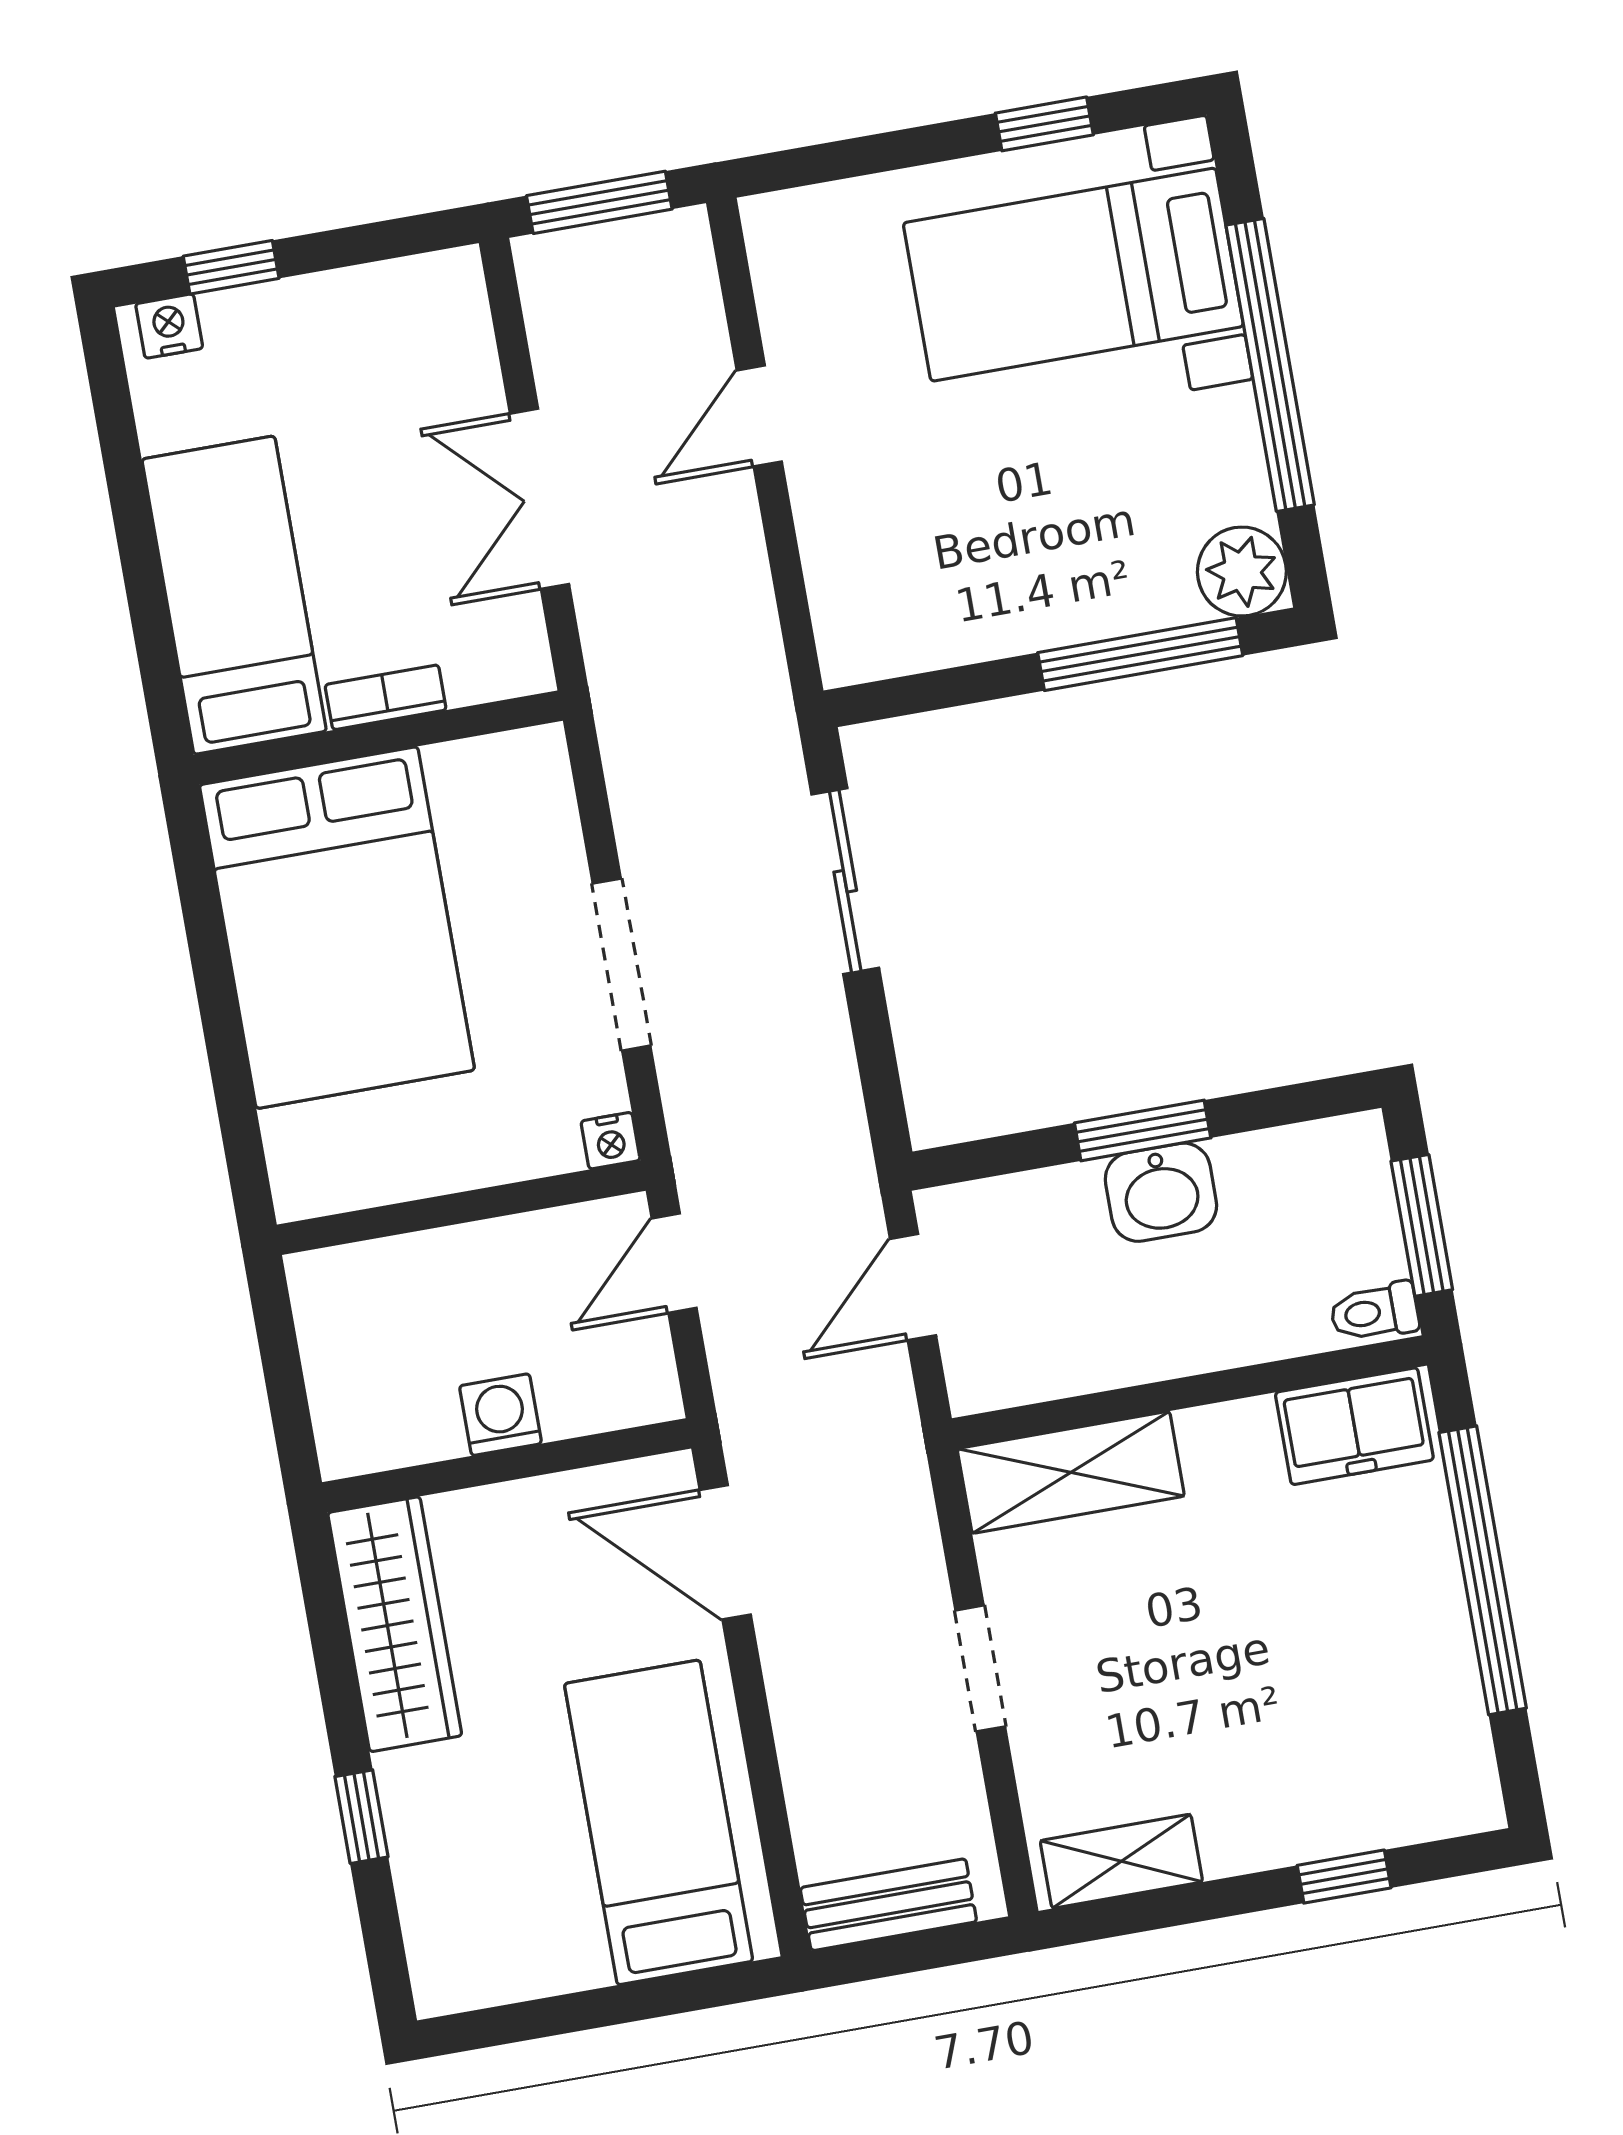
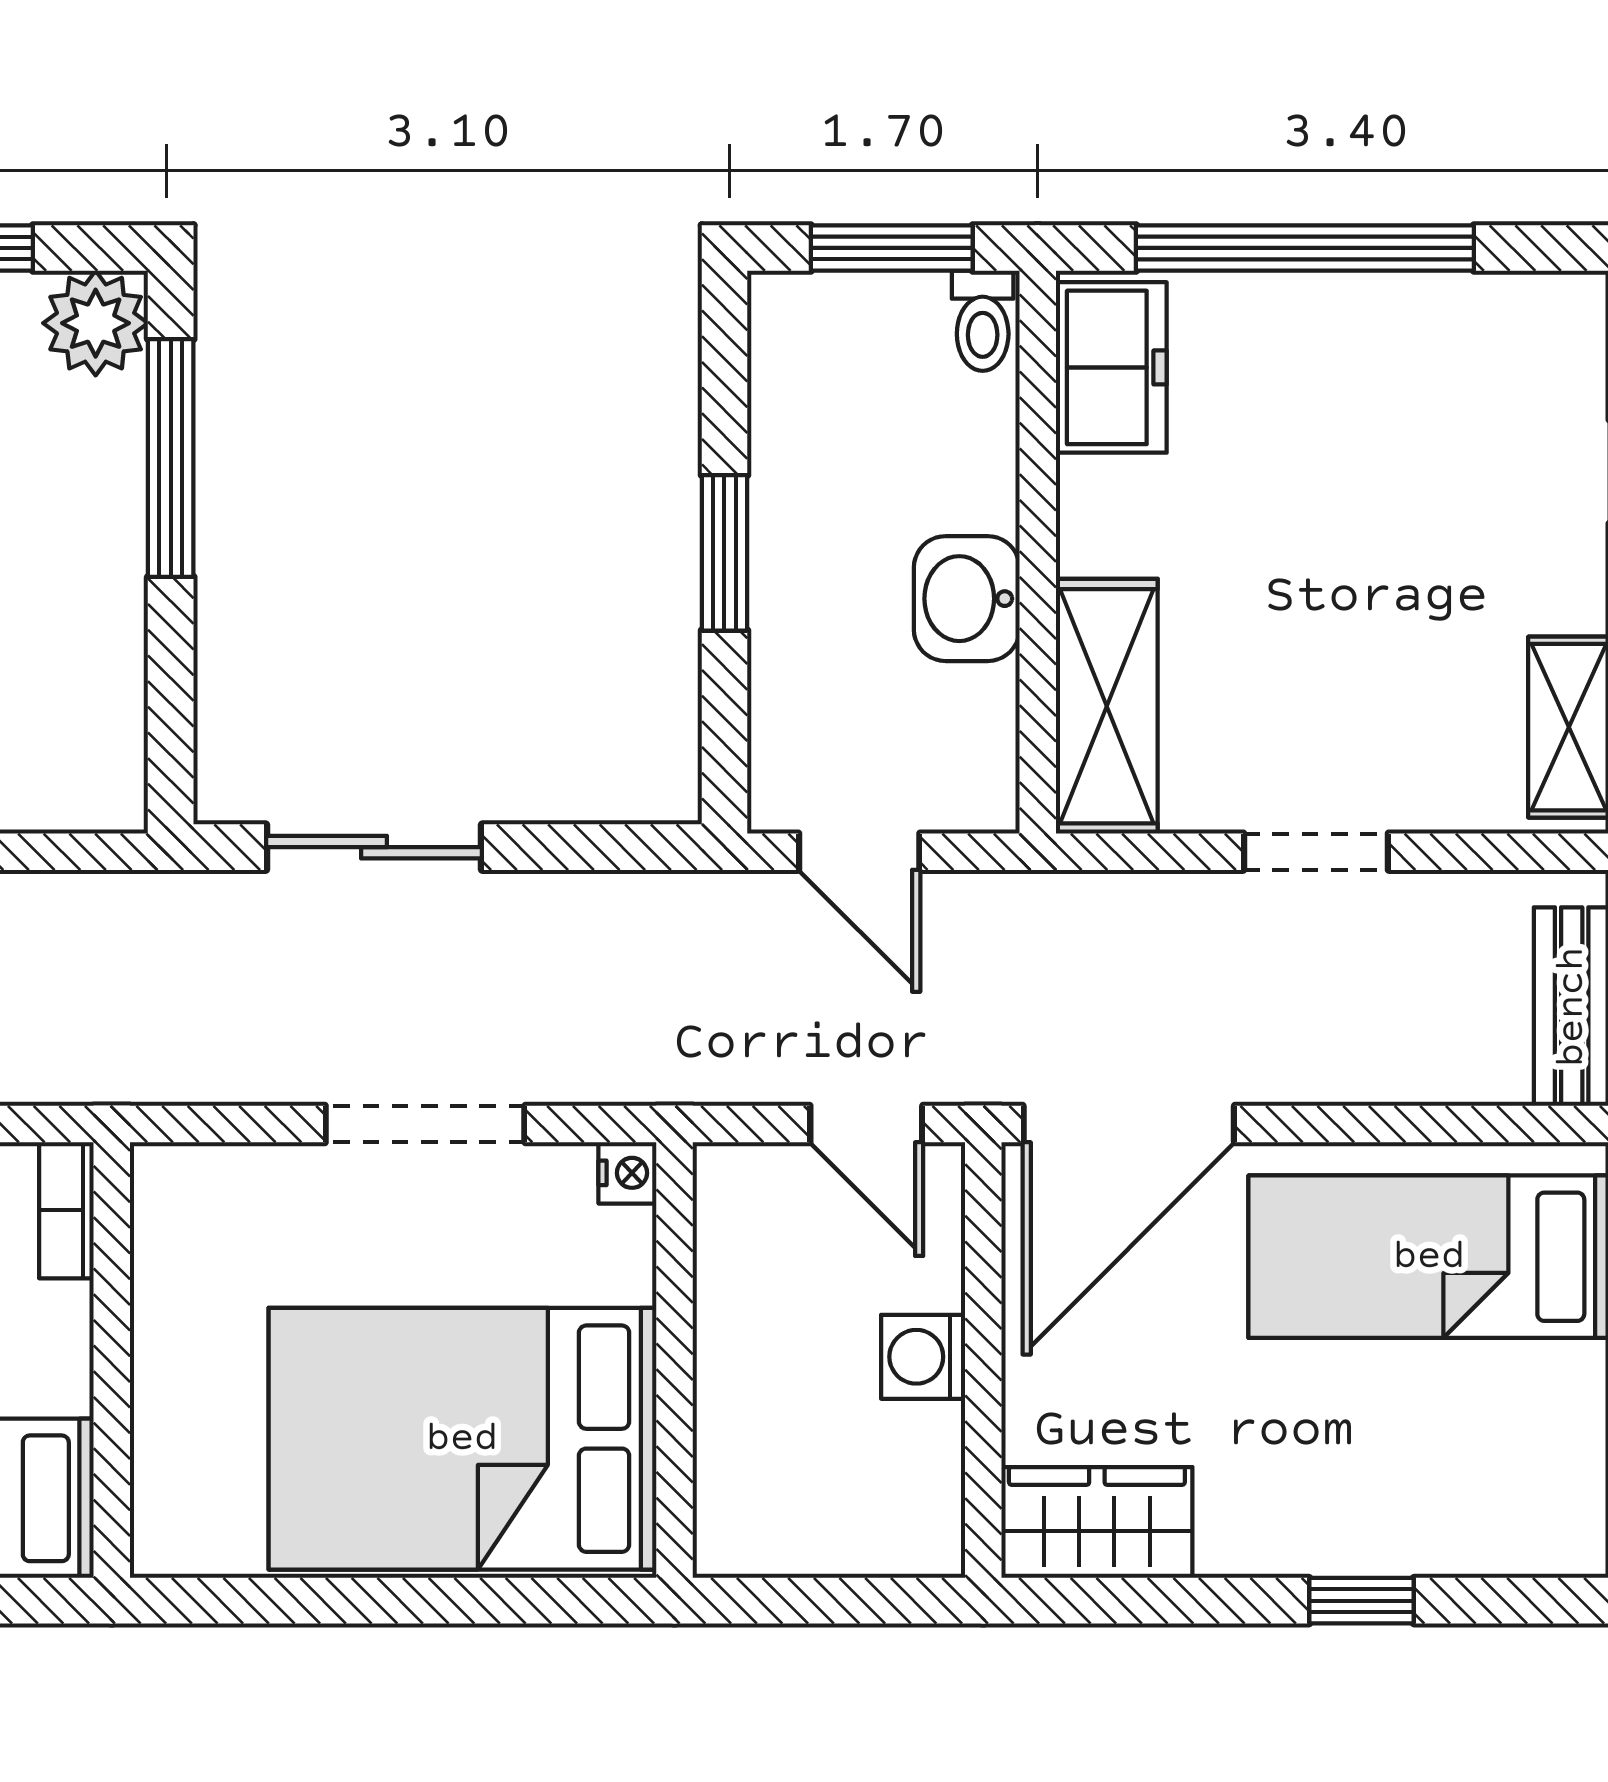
bookcase: (386, 697) -> (66, 1210), moved
bed: (337, 928) -> (462, 1439), moved, turned 180
washbasin: (1161, 1192) -> (967, 599), moved, turned 180
door: (674, 1263) -> (866, 1124), moved
door: (725, 1552) -> (1129, 1124), width x1.36
wardrobe: (395, 1624) -> (1097, 1523), width x0.67

